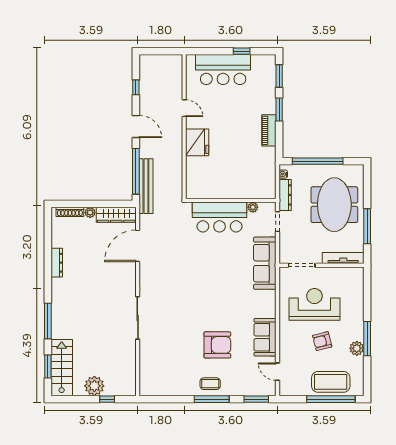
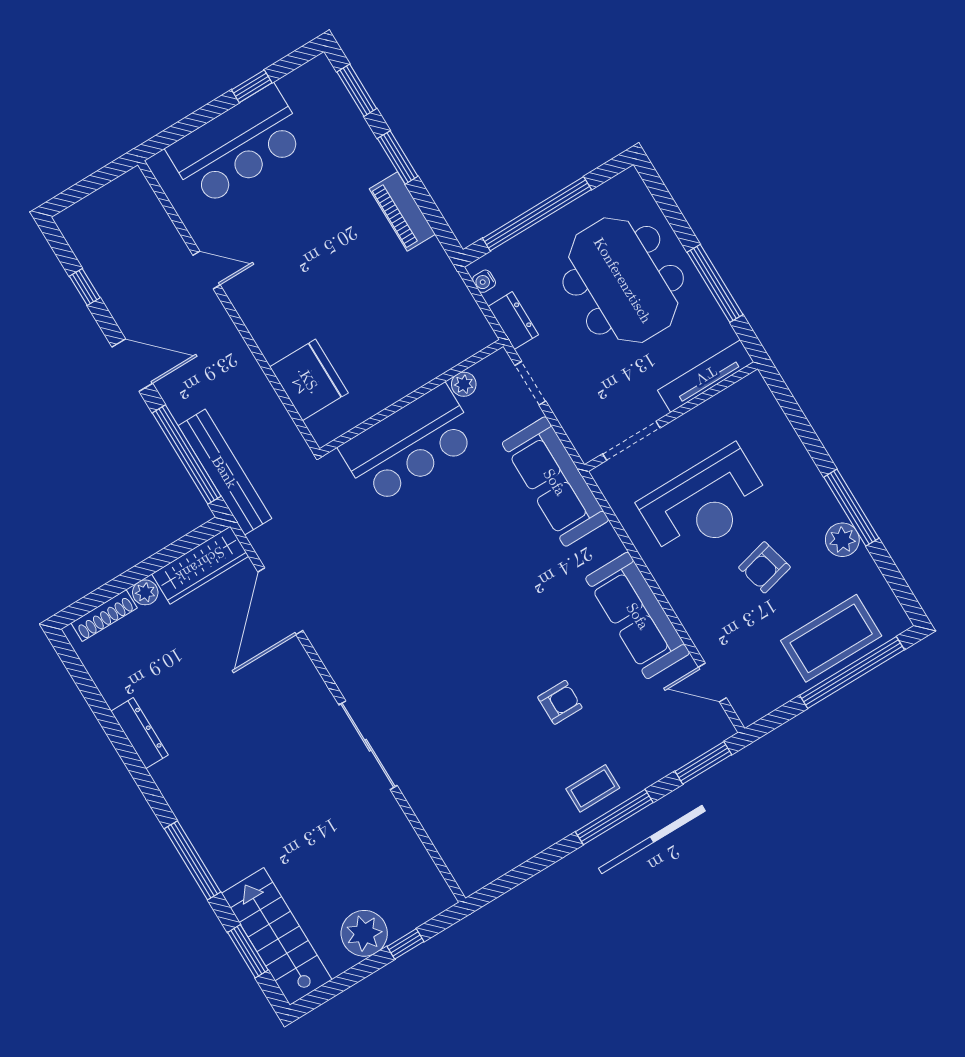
fridge: (197, 142) -> (309, 380), moved
dresser: (285, 195) -> (513, 321), width x0.70
reception desk: (314, 304) -> (705, 503), turned 180
sofa: (265, 337) -> (638, 616), width x1.36
armchair: (217, 345) -> (560, 702), width x0.53, depth x0.53

